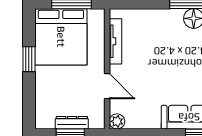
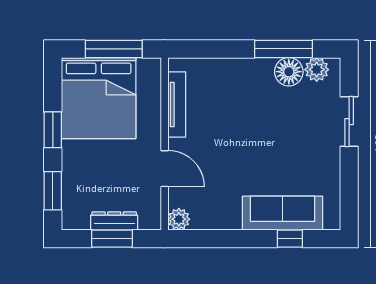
window: (29, 102) -> (53, 191), added

